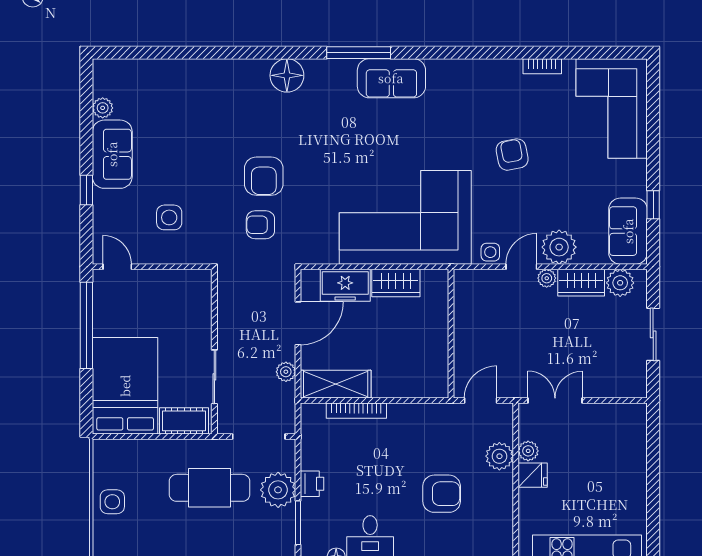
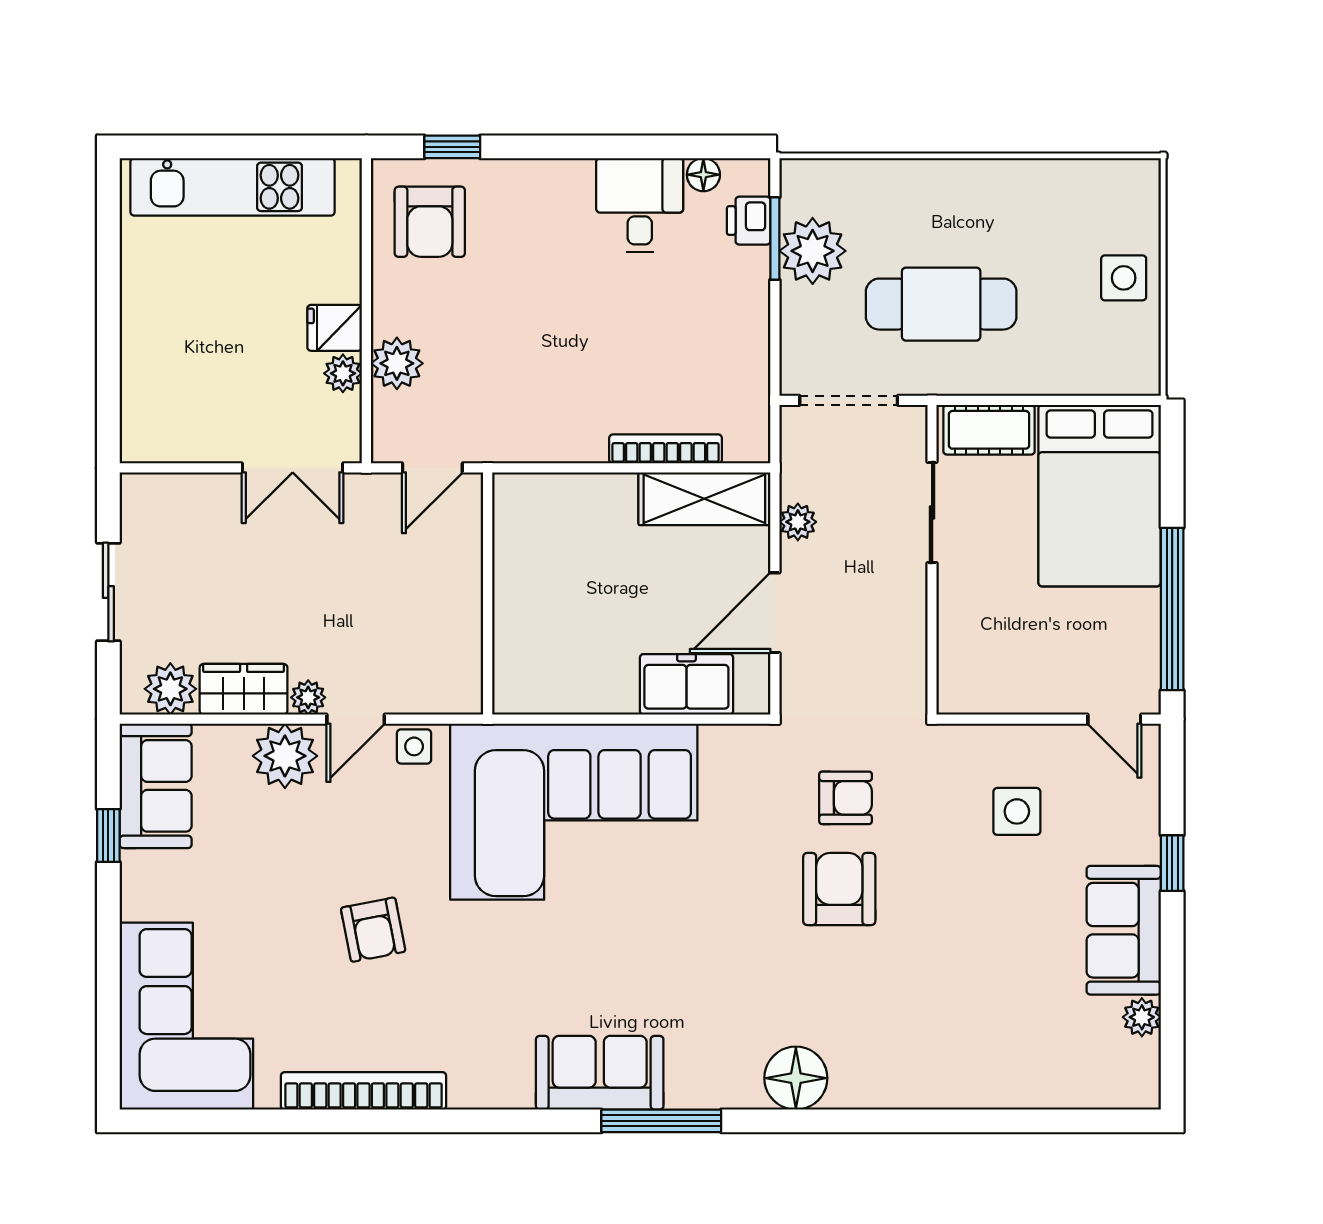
bookcase: (542, 66) -> (364, 1091), width x2.31, depth x1.31
wardrobe: (396, 283) -> (591, 689), removed
printer: (312, 484) -> (749, 221), moved
plant: (278, 490) -> (813, 251), moved
armchair: (442, 494) -> (430, 222), moved, turned -90

